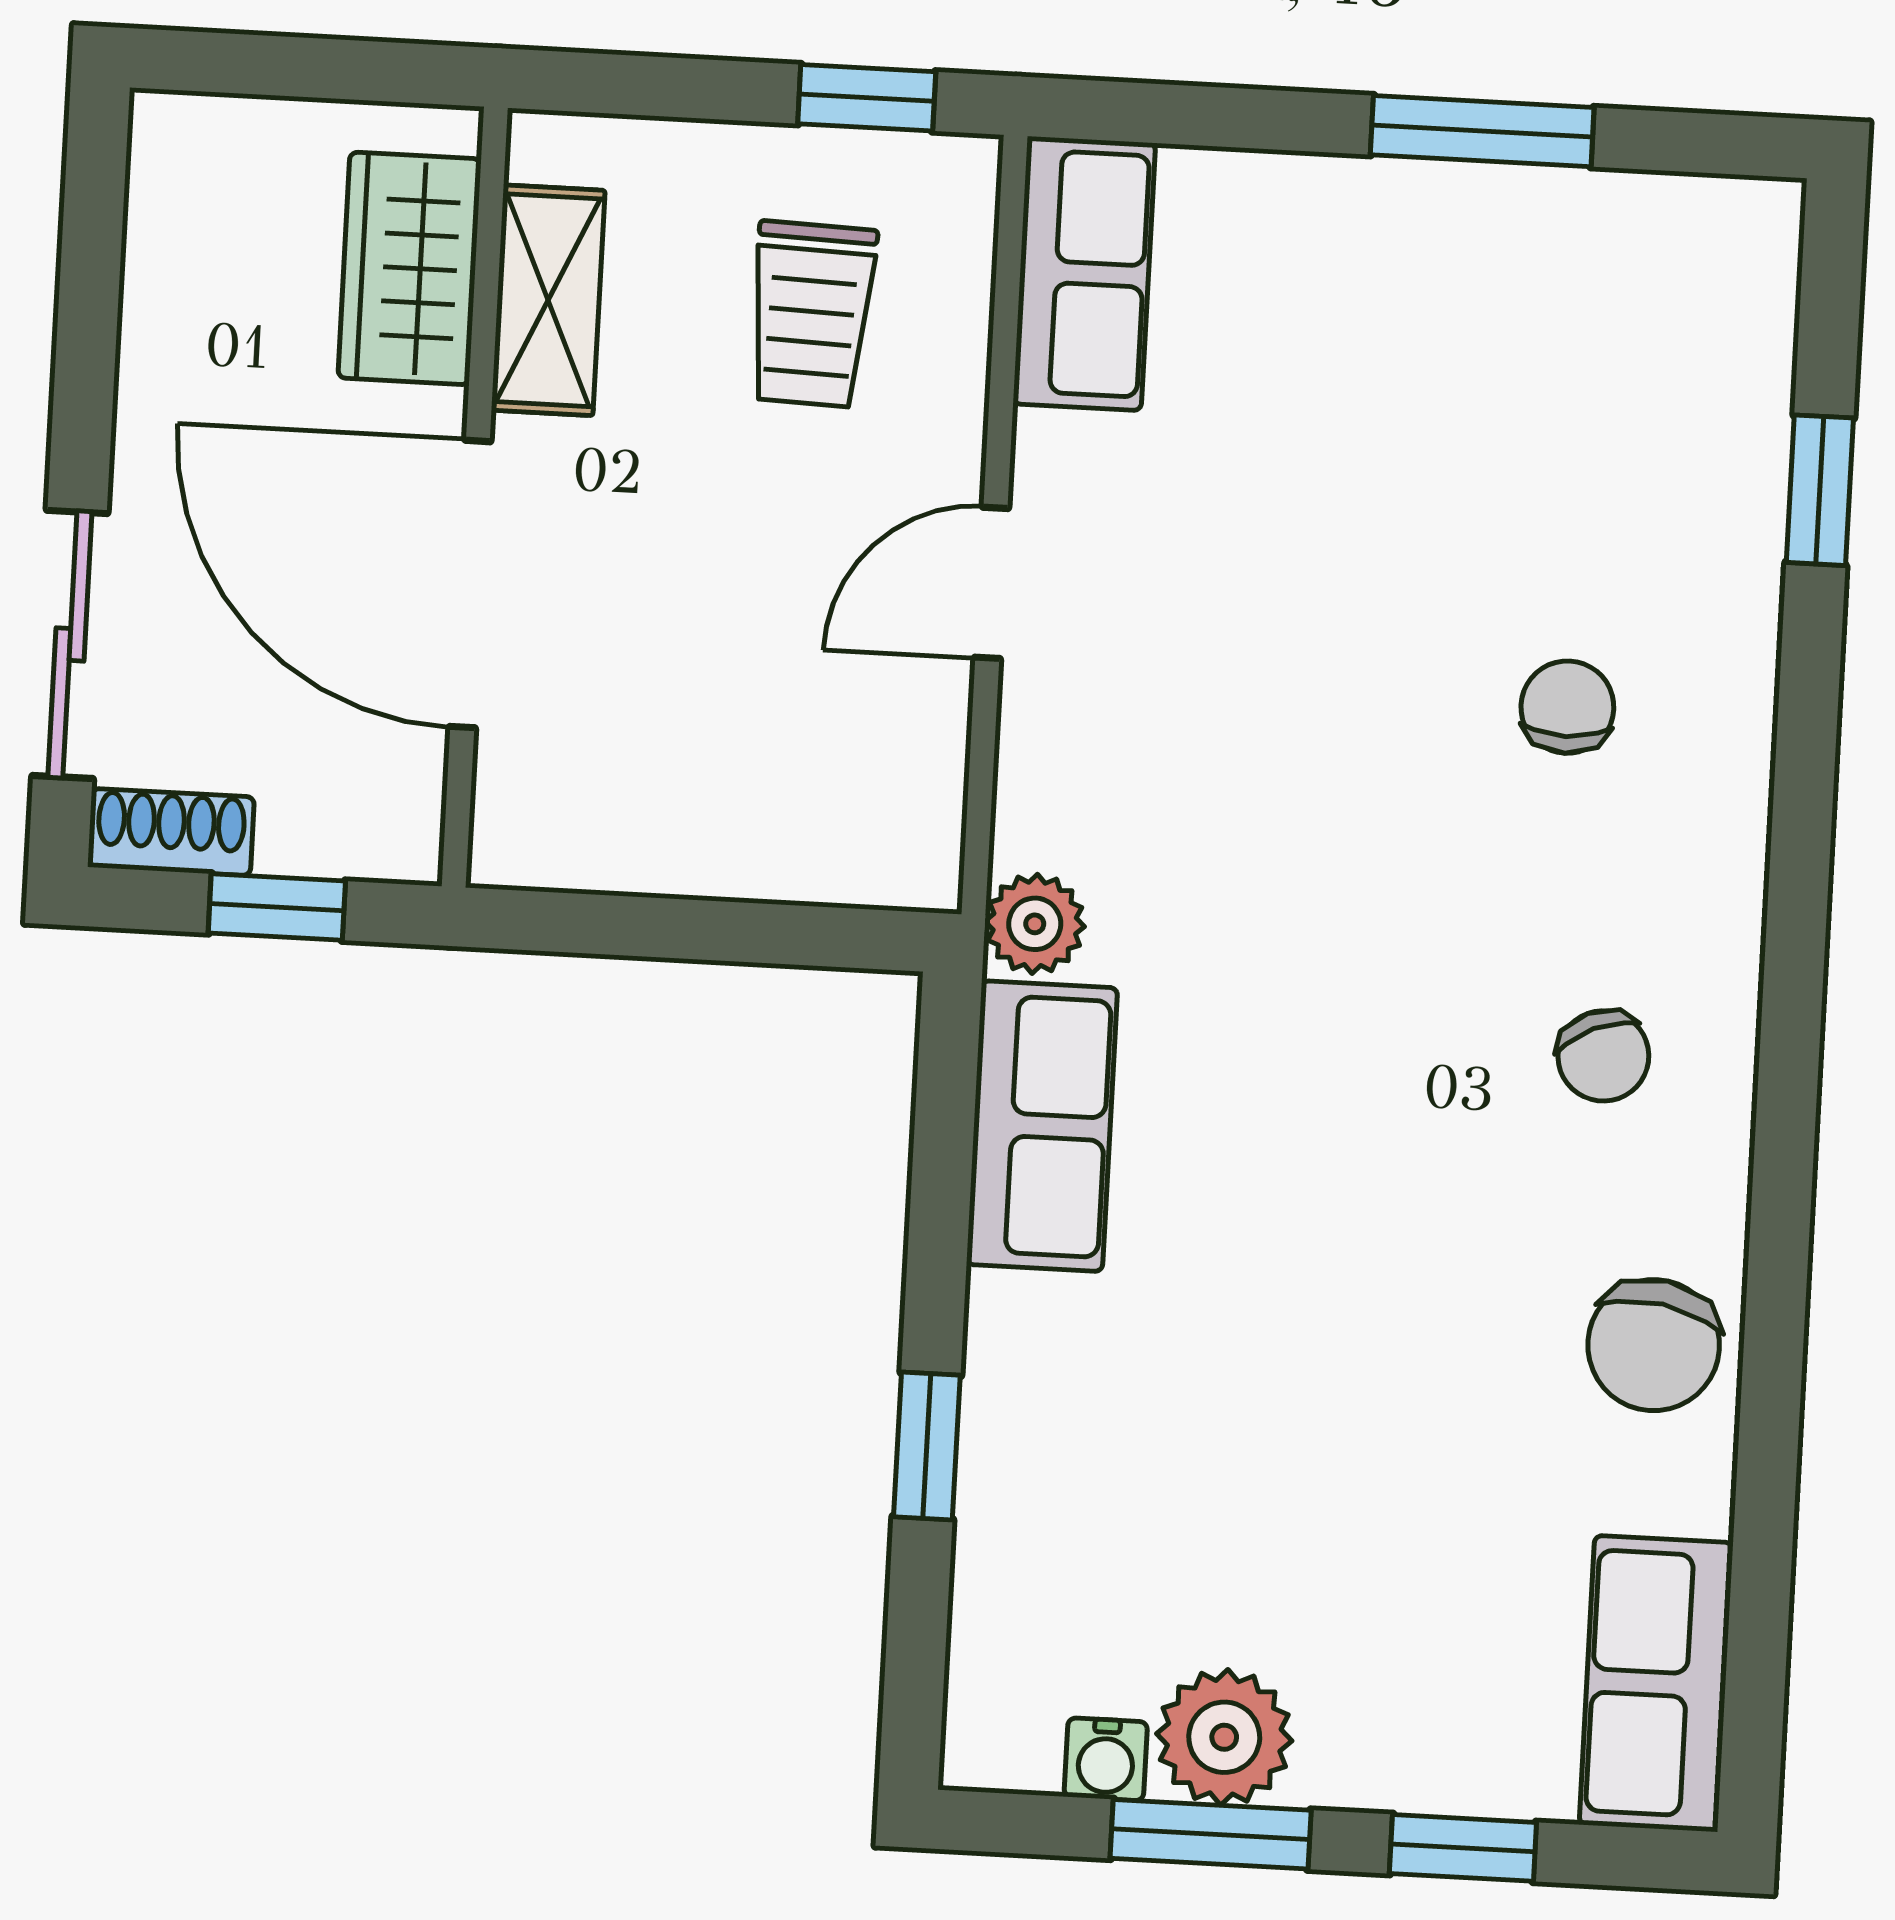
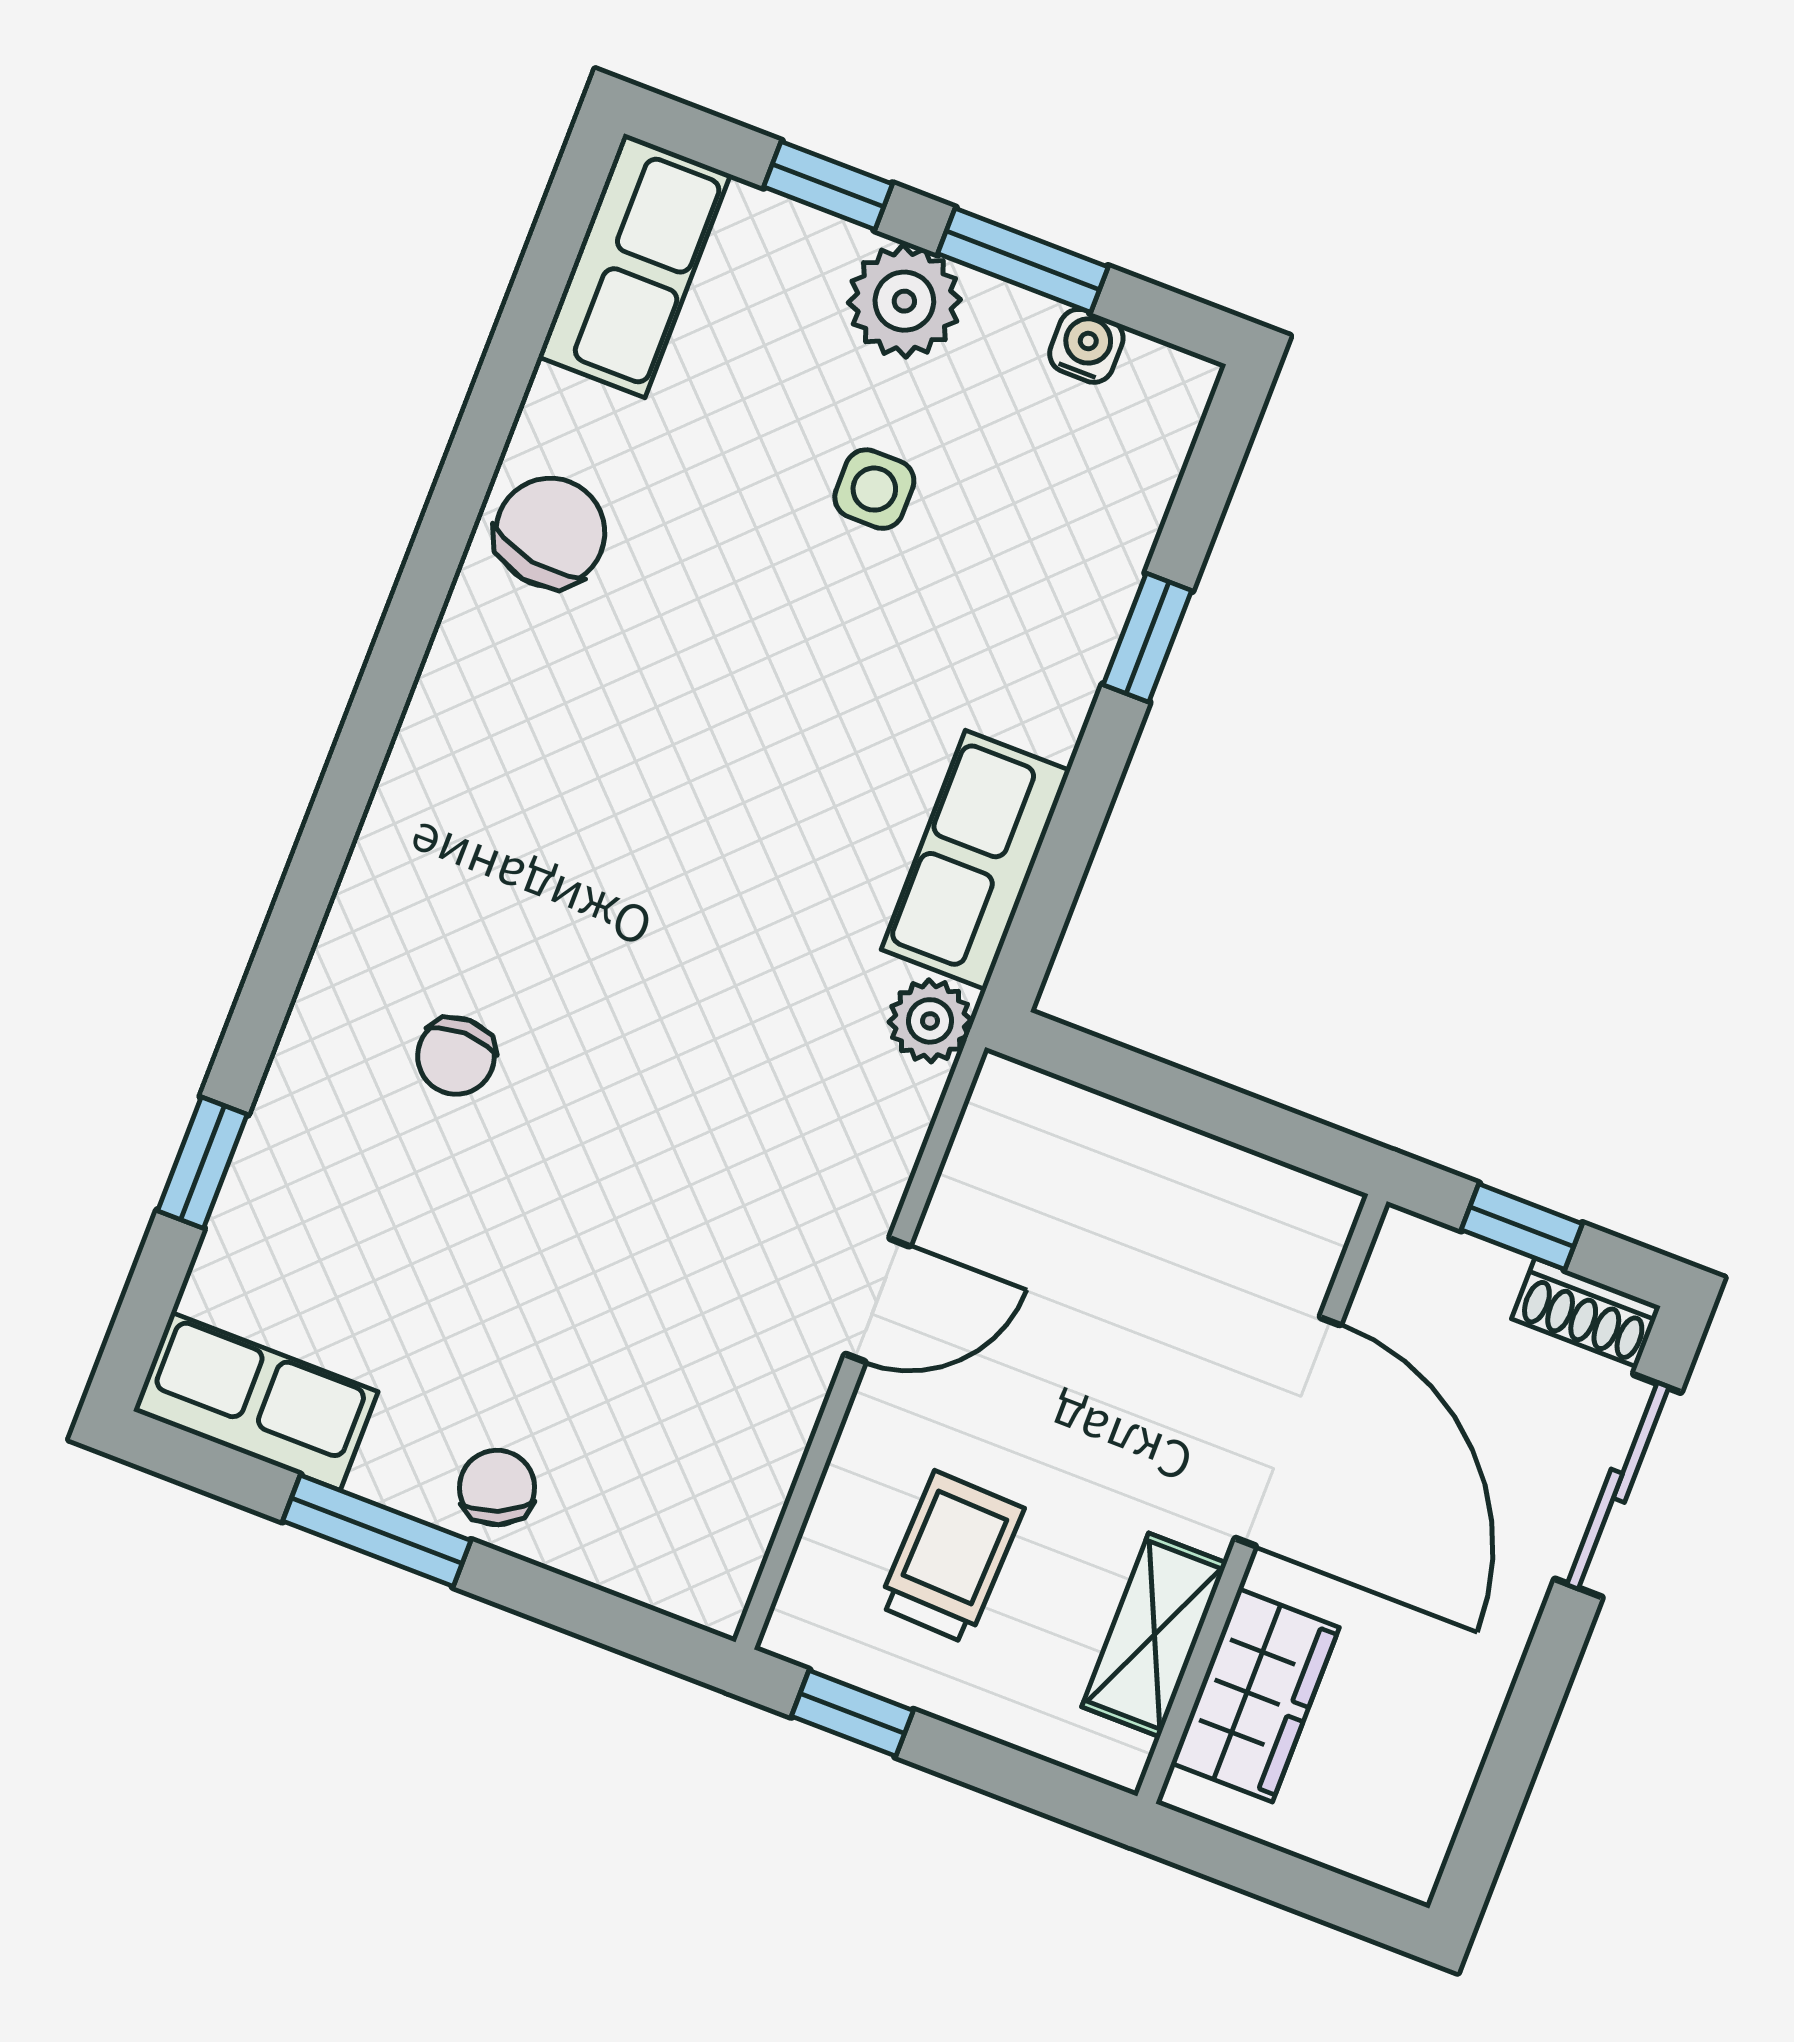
row of seats: (1084, 273) -> (256, 1401), moved, turned 90
chair: (1603, 1056) -> (497, 1488), moved
side table: (1297, 1516) -> (874, 489), added
plant: (1224, 1737) -> (904, 301), moved

